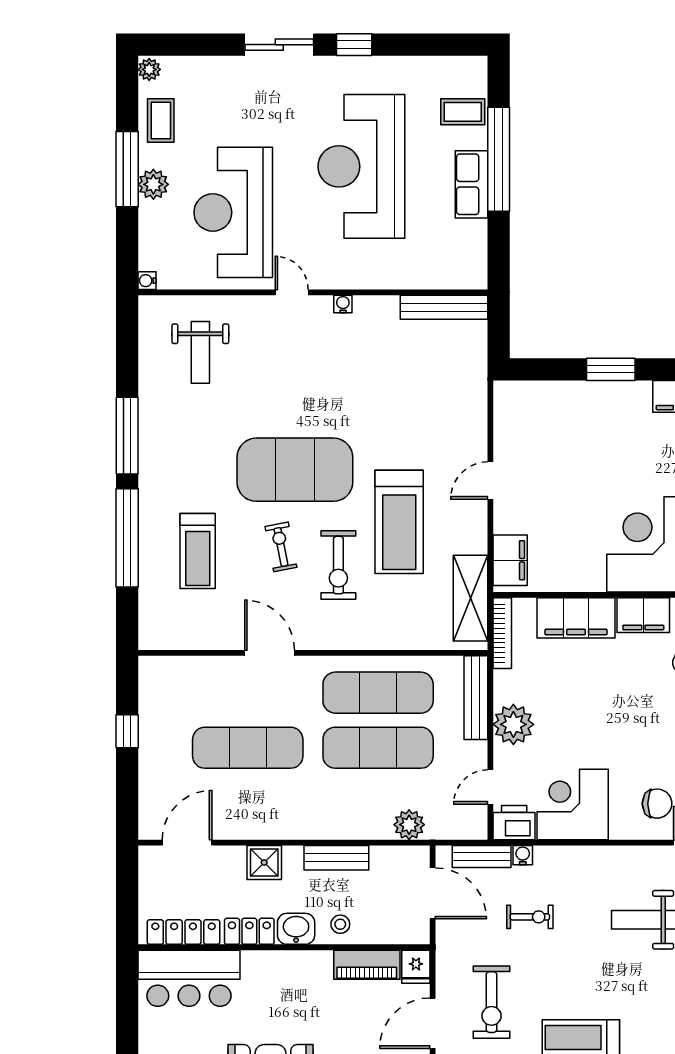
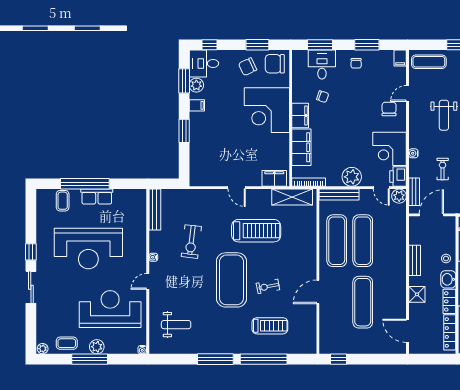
reception desk: (233, 212) -> (110, 309), turned 180
exercise bike: (338, 565) -> (191, 242), moved, turned 97
window: (127, 731) -> (339, 359), moved
plant: (409, 825) -> (399, 196), moved
water cooler: (523, 855) -> (413, 153), moved

